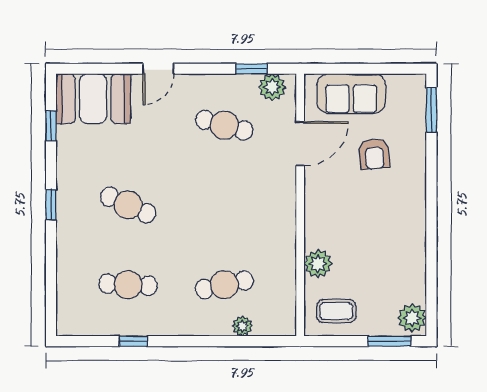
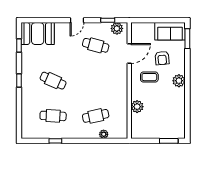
door: (158, 69) -> (77, 20), moved
sofa: (351, 93) -> (170, 31), moved
coffee table: (336, 311) -> (149, 77), moved
plant: (412, 318) -> (179, 81), moved

